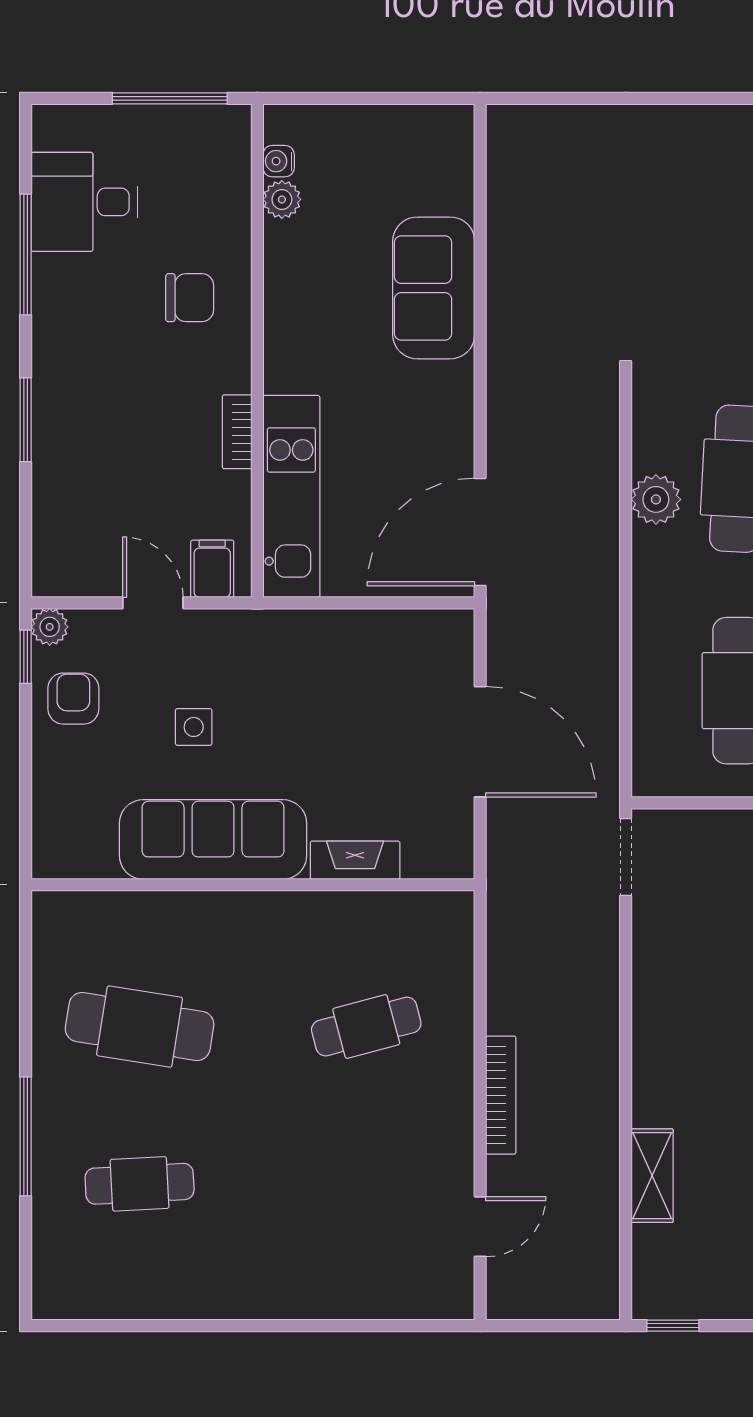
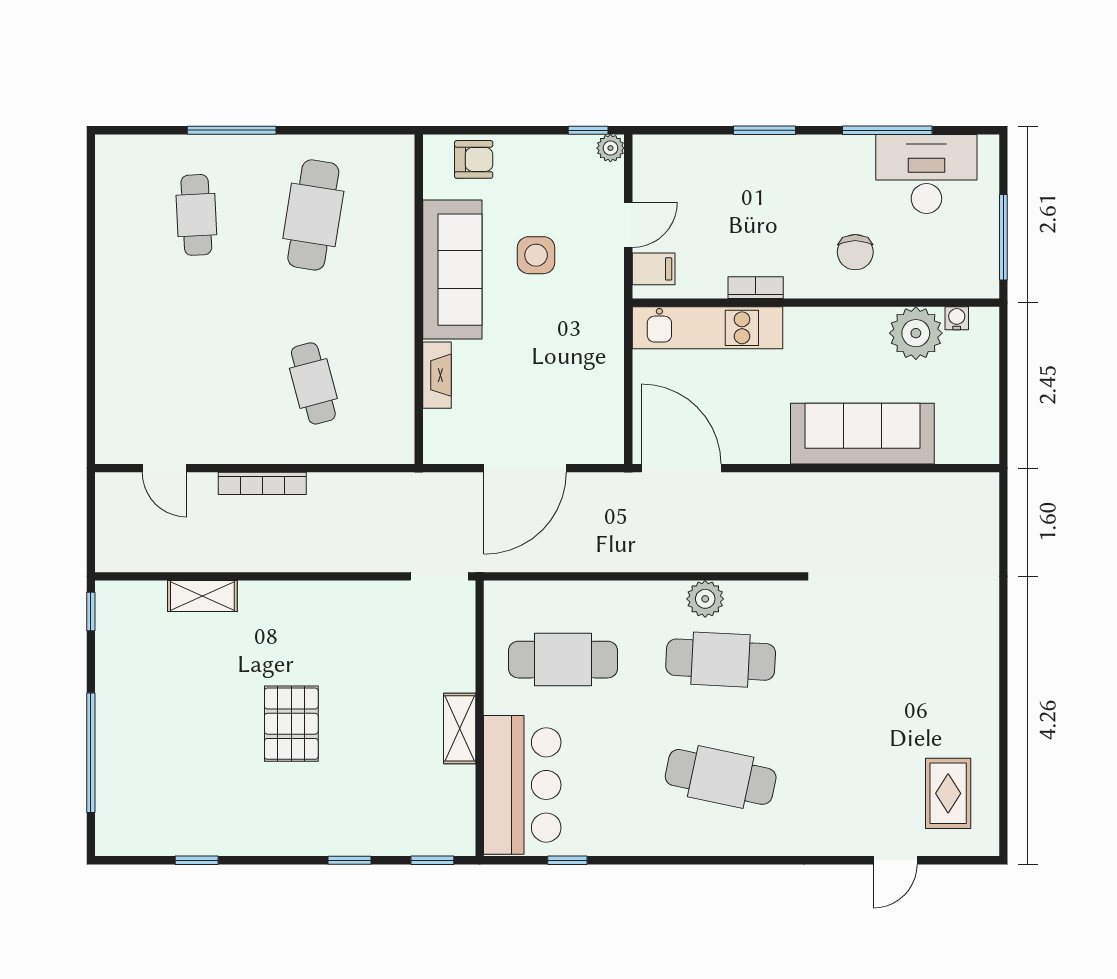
plant: (282, 199) -> (916, 333), width x1.87, depth x1.87
desk: (84, 202) -> (926, 174), width x1.37
sofa: (434, 288) -> (862, 434), width x1.36
armchair: (73, 699) -> (474, 159), moved
side table: (194, 727) -> (536, 255), width x1.37, depth x1.37

